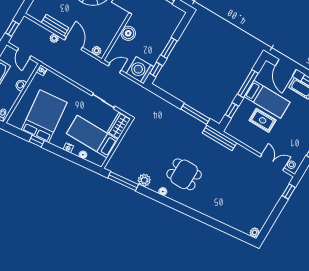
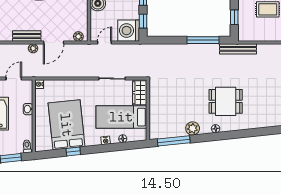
door: (74, 44) -> (54, 43), swing flipped
door: (24, 53) -> (14, 79), swing flipped

